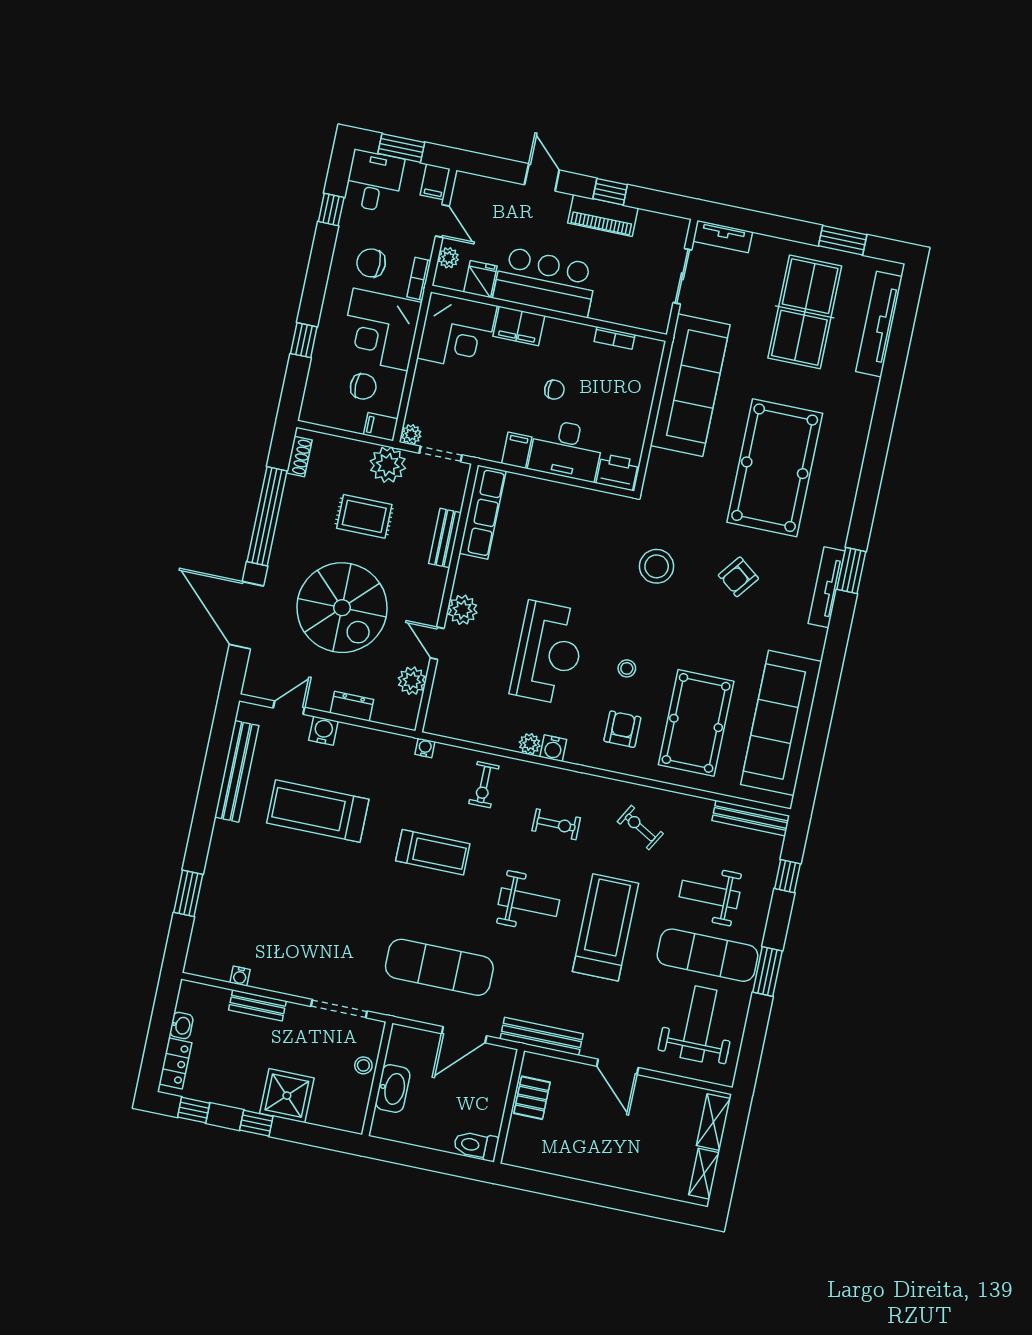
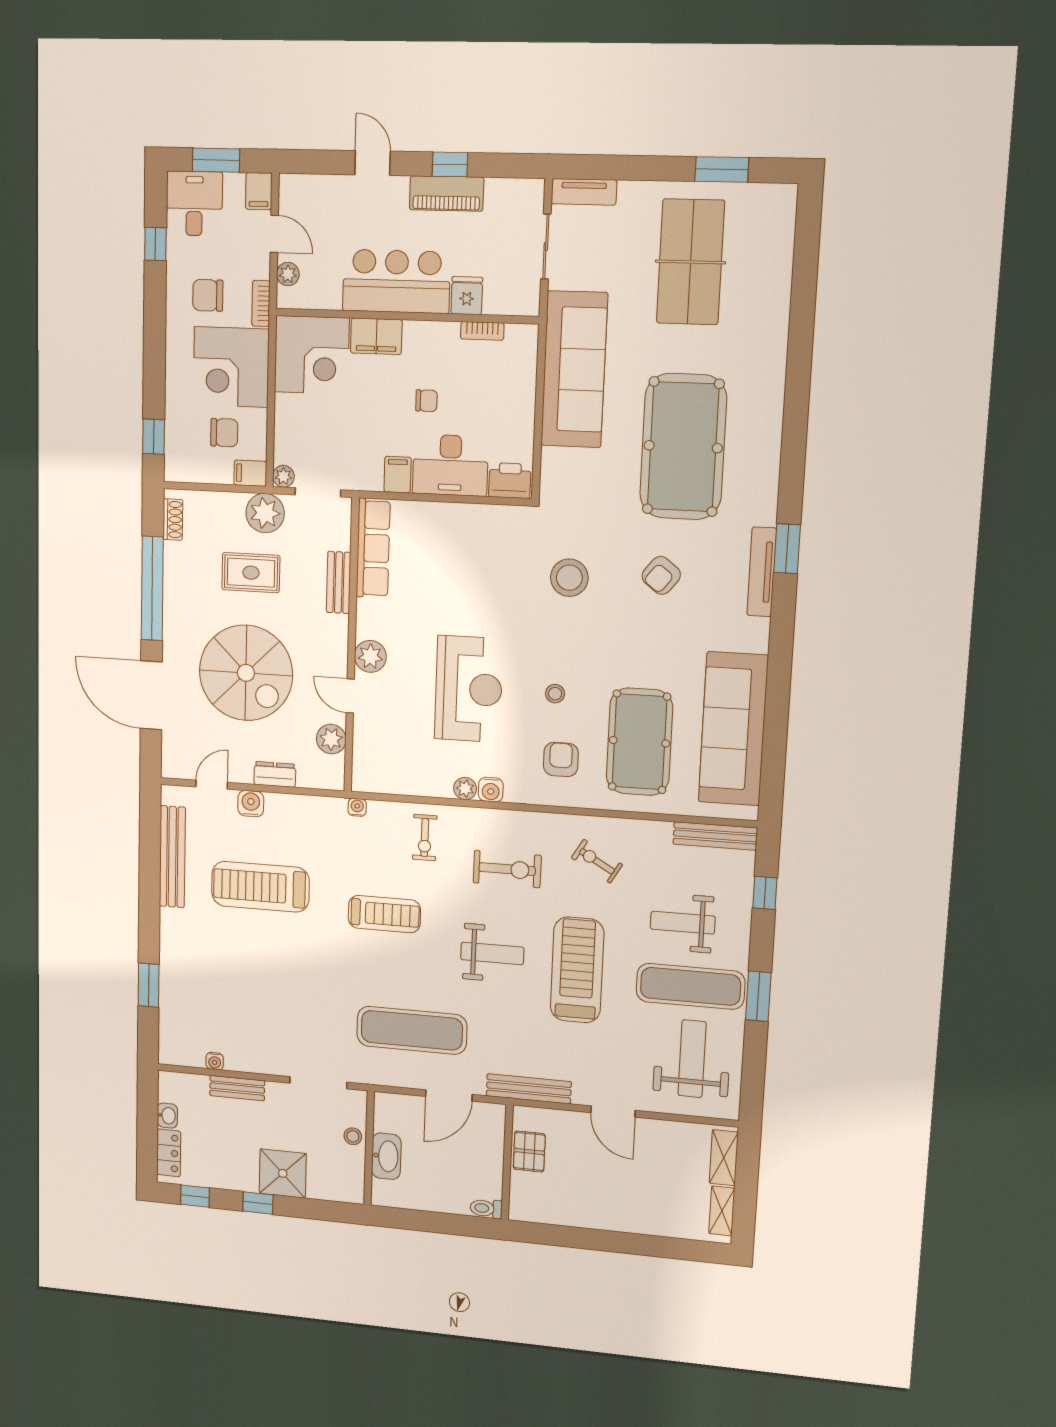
fridge: (480, 279) -> (467, 296), moved
tv unit: (879, 324) -> (778, 260), removed
window: (304, 340) -> (154, 437), moved
exercise bike: (556, 824) -> (507, 869), width x1.38, depth x1.39
toilet: (476, 1146) -> (486, 1209), width x0.73, depth x0.72

